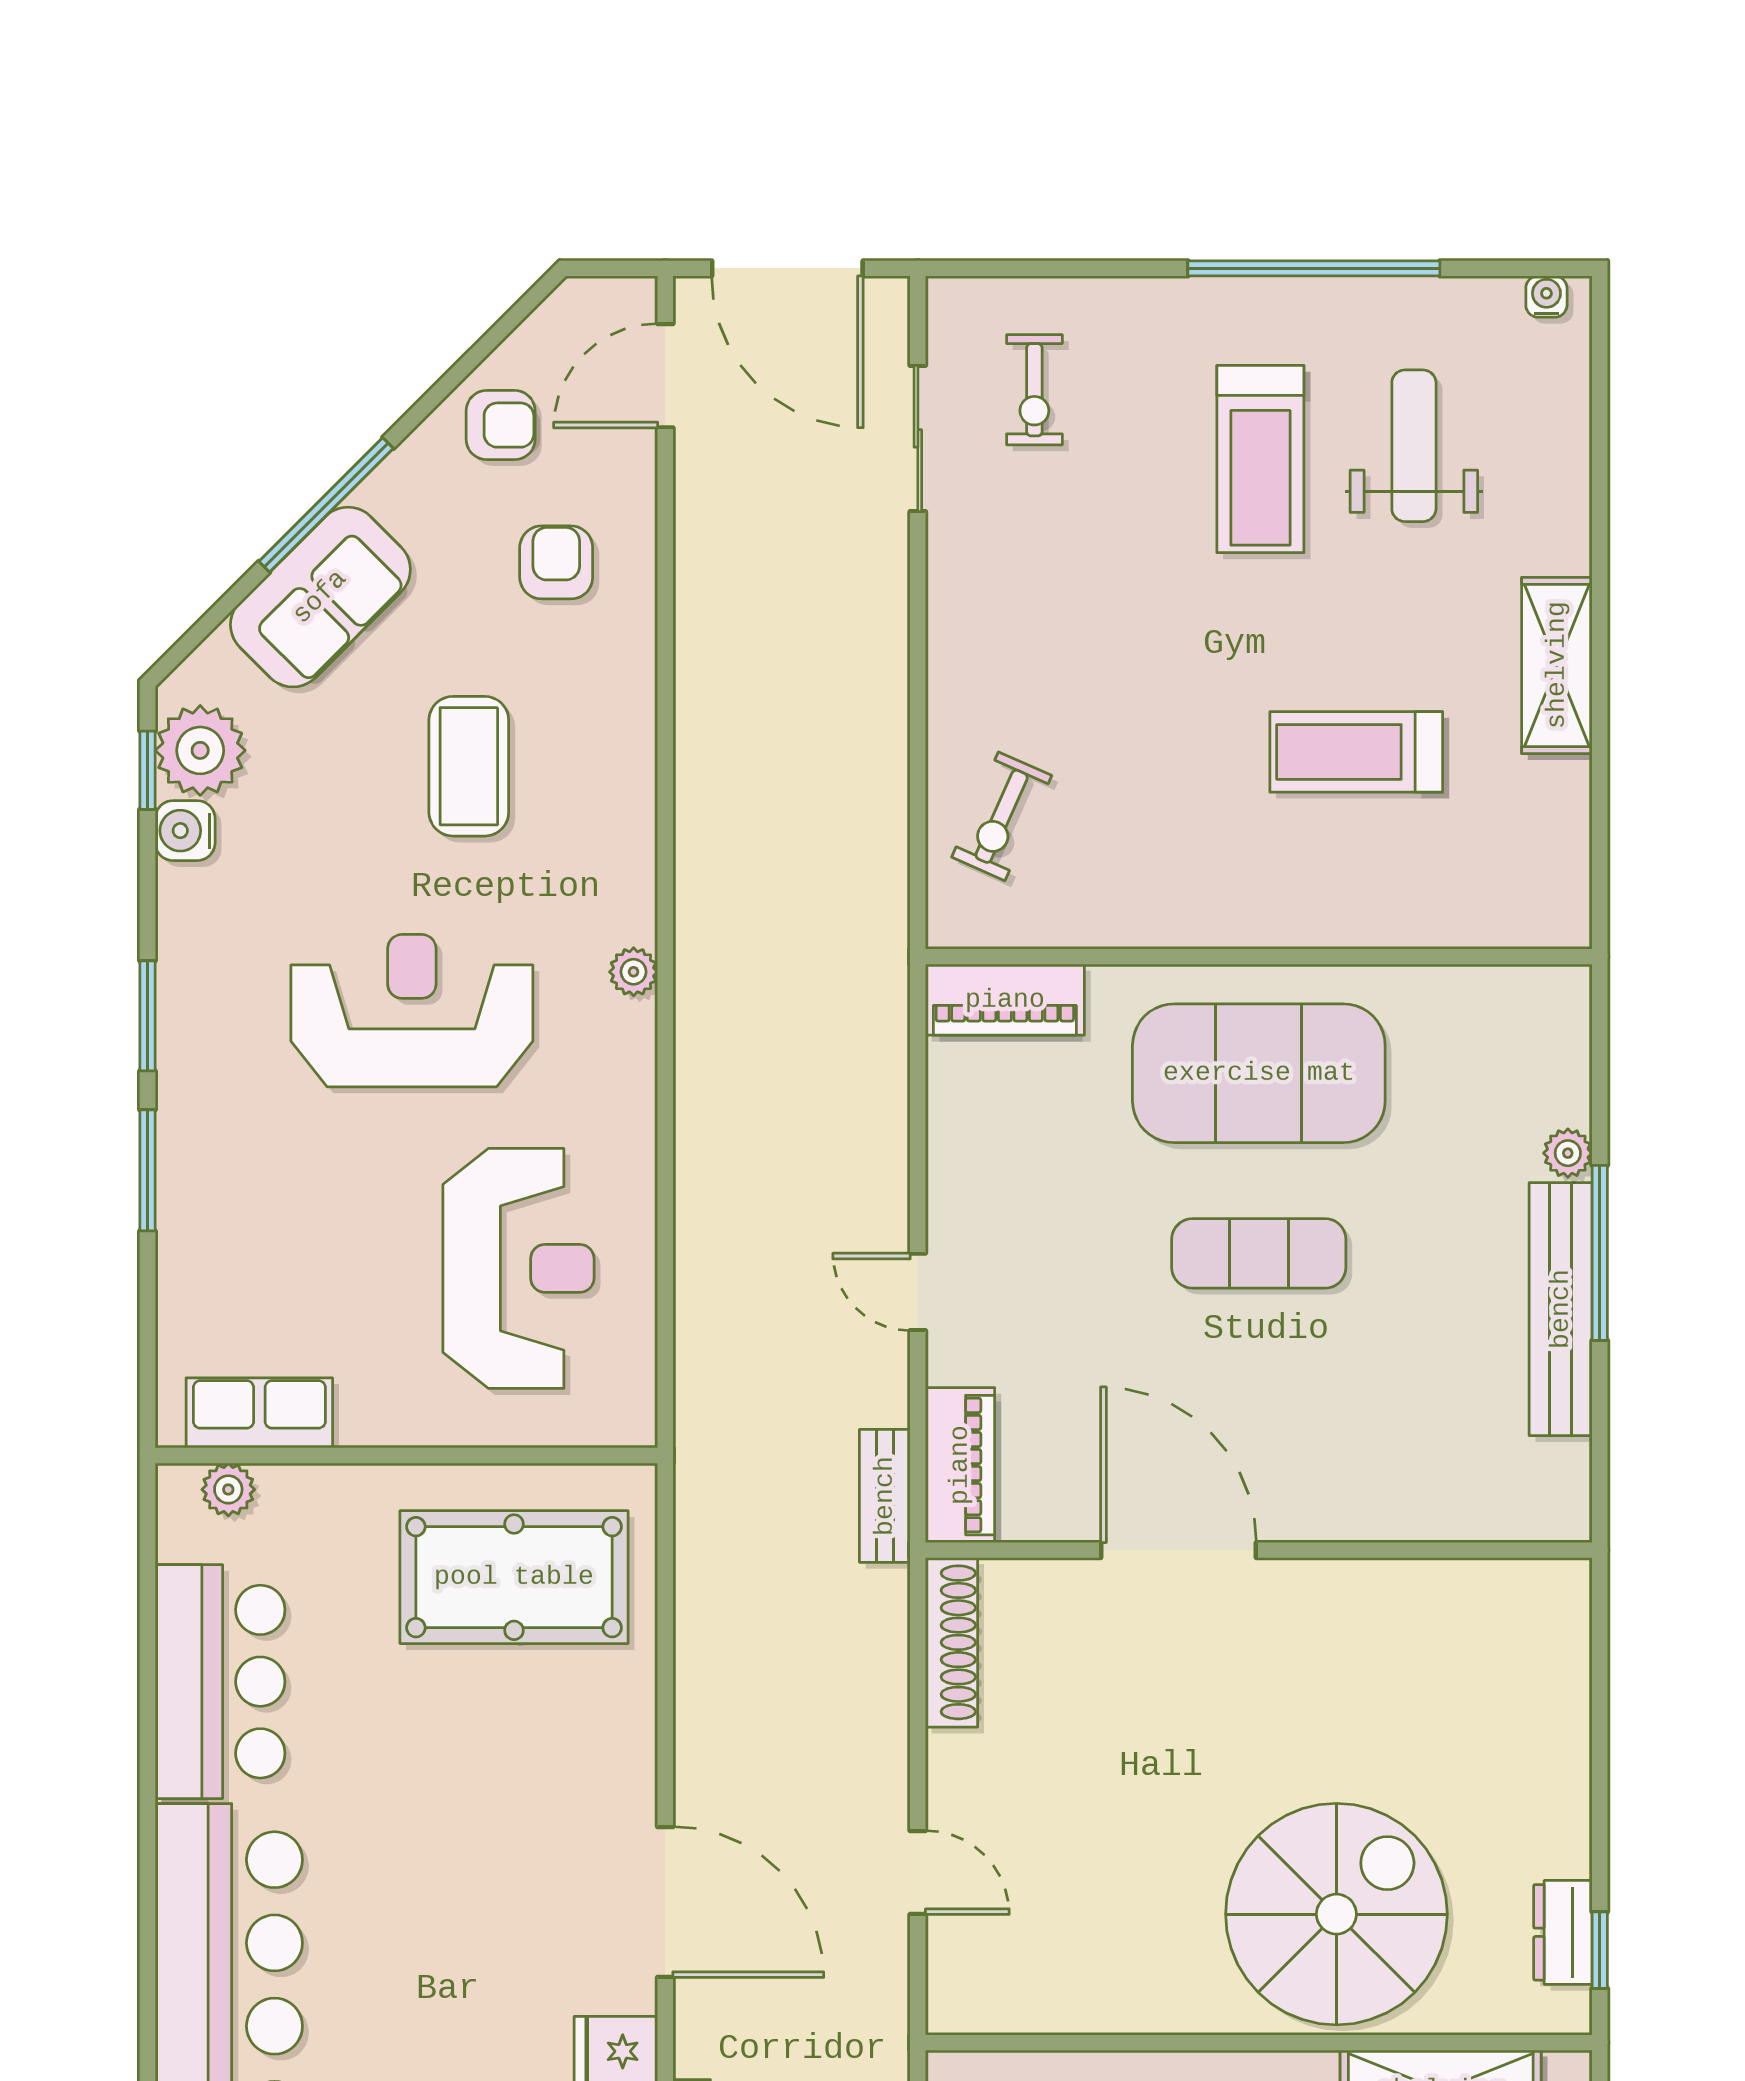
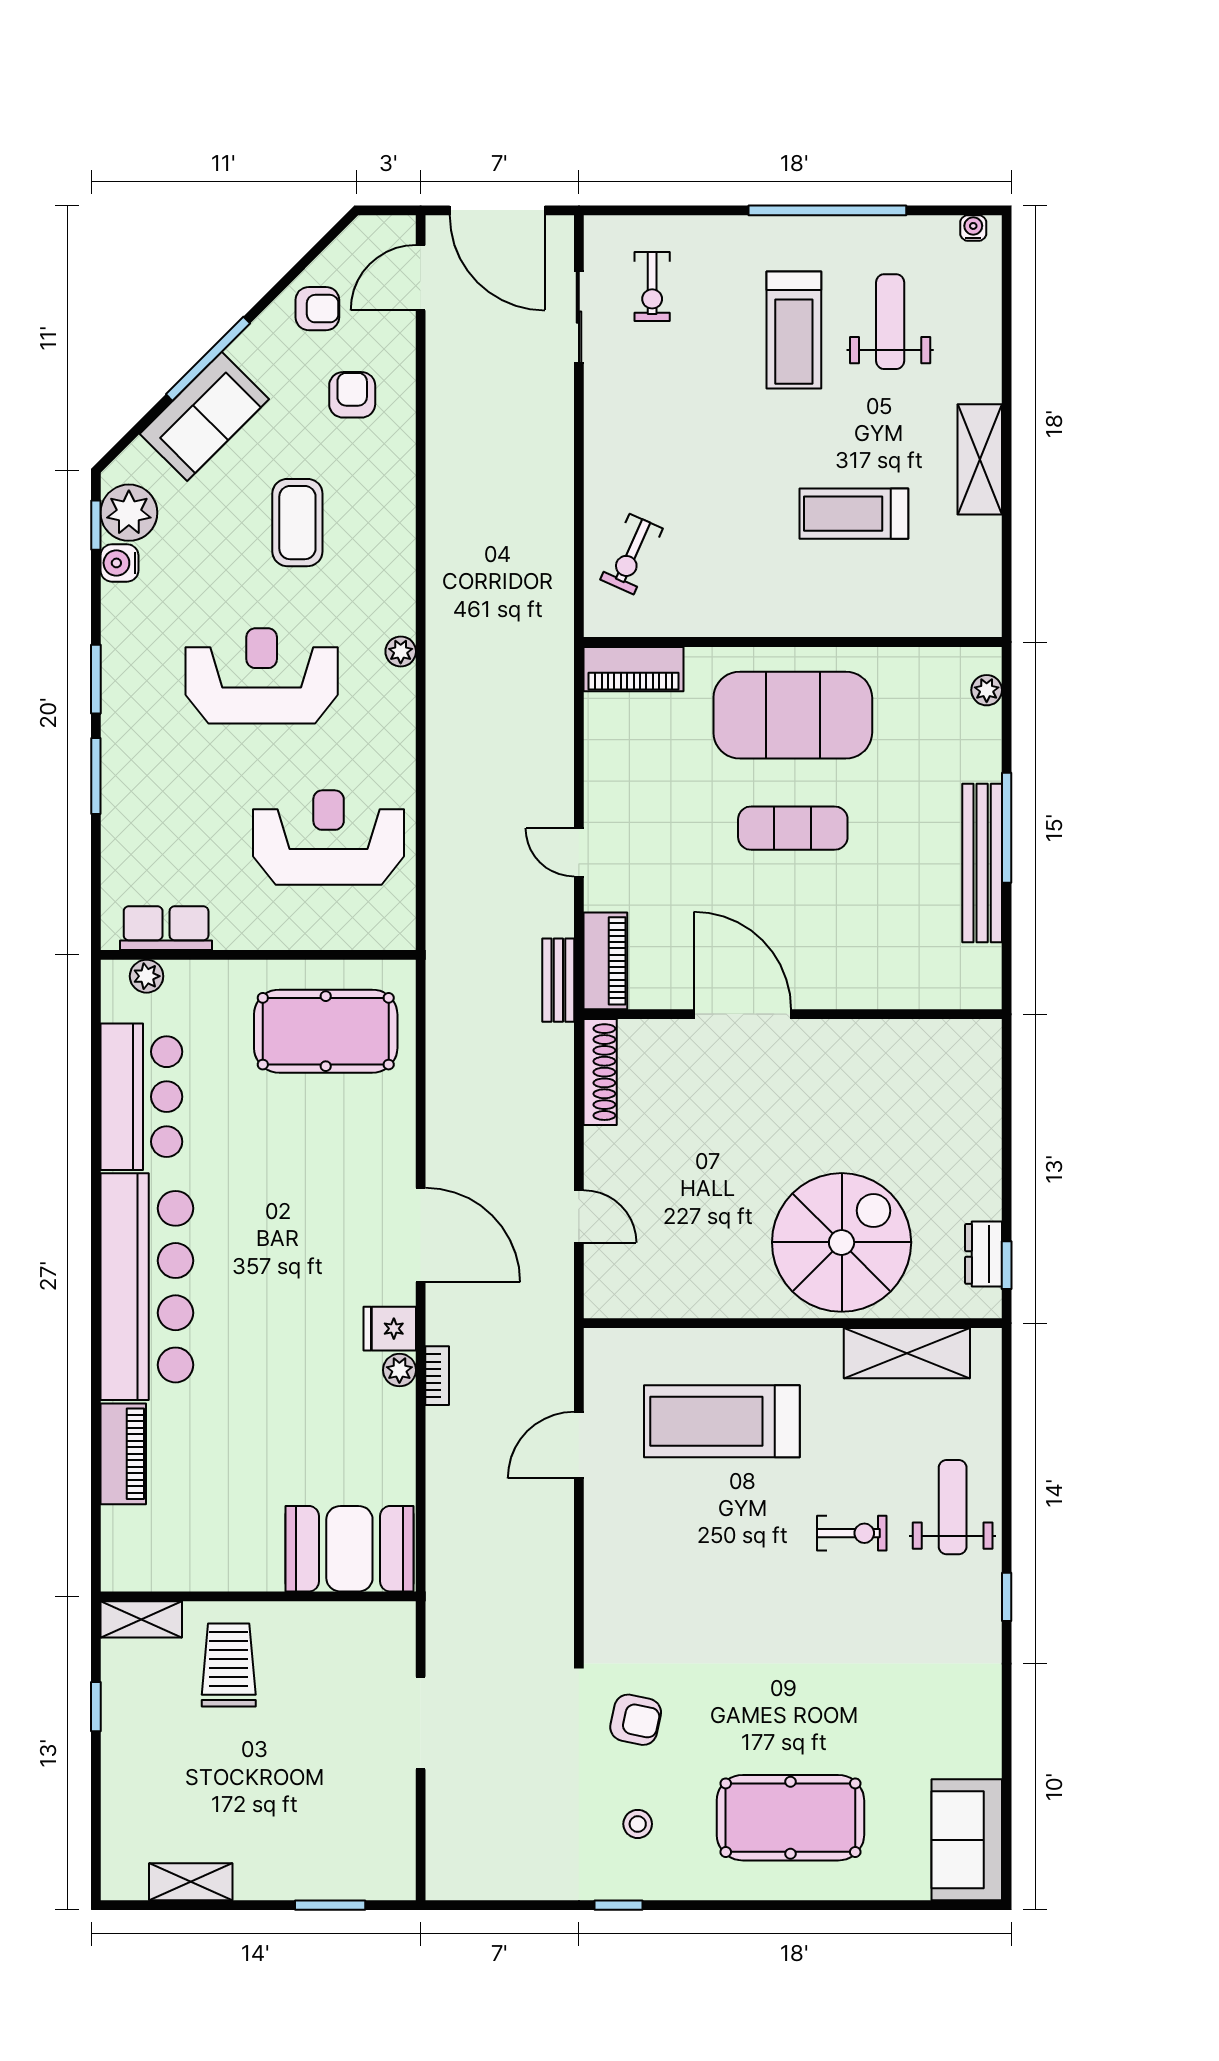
plant: (1568, 1153) -> (987, 690), moved
reception desk: (519, 1268) -> (329, 838), turned -90

